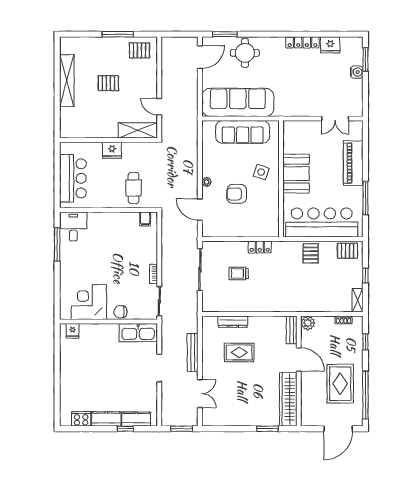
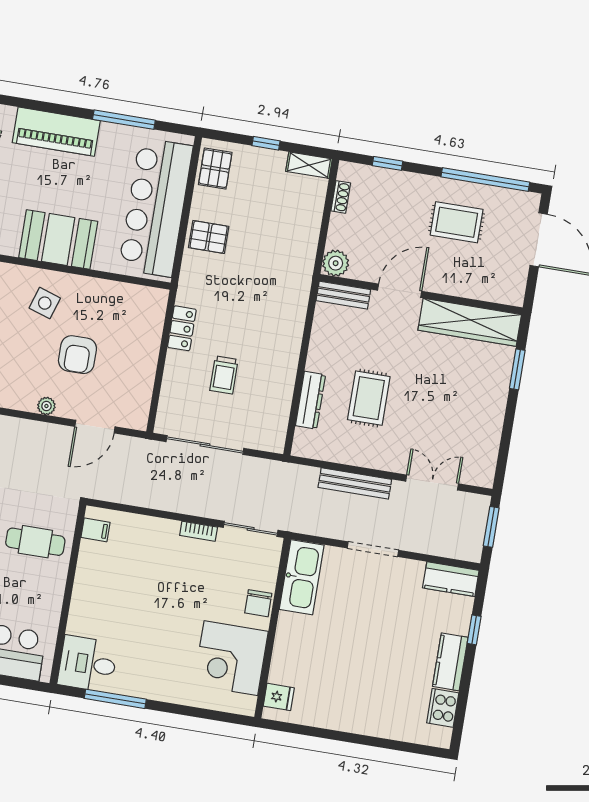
rug: (340, 384) -> (457, 222), width x0.73, depth x0.70
kitchen counter: (136, 419) -> (451, 579), moved, turned -90

